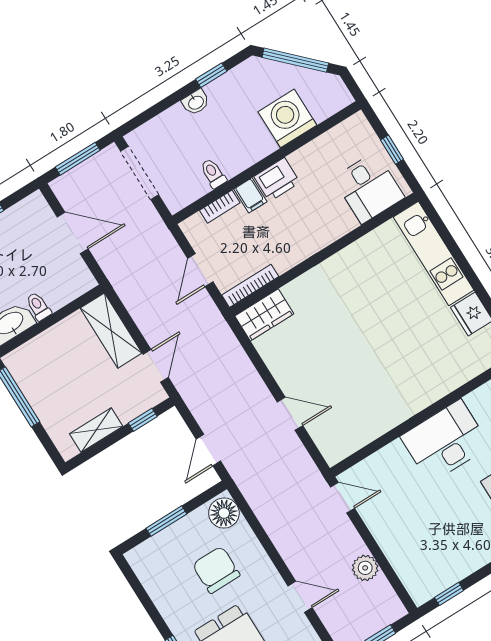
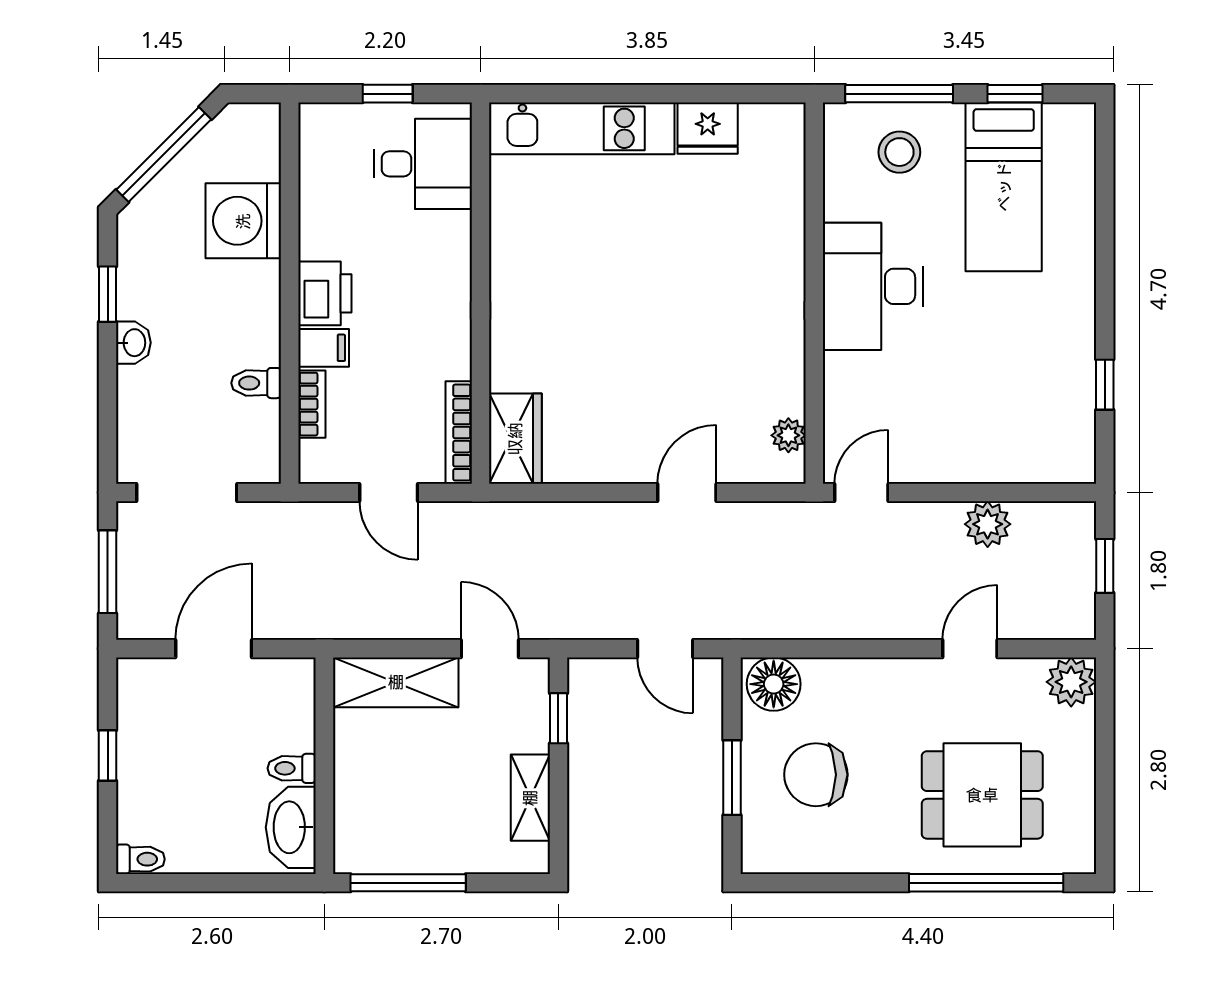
plant: (348, 445) -> (788, 435), added
chair: (216, 570) -> (816, 775), moved
window: (449, 594) -> (1105, 385), moved

